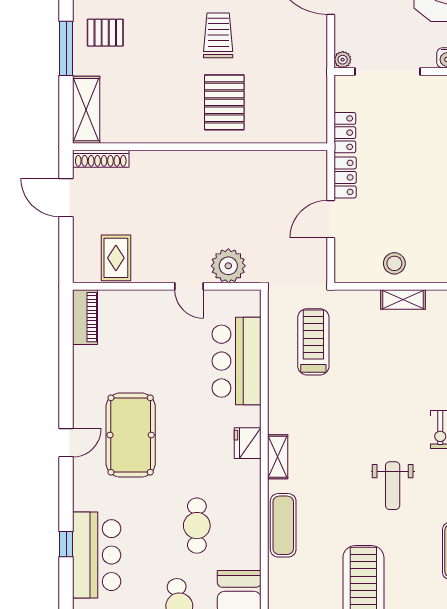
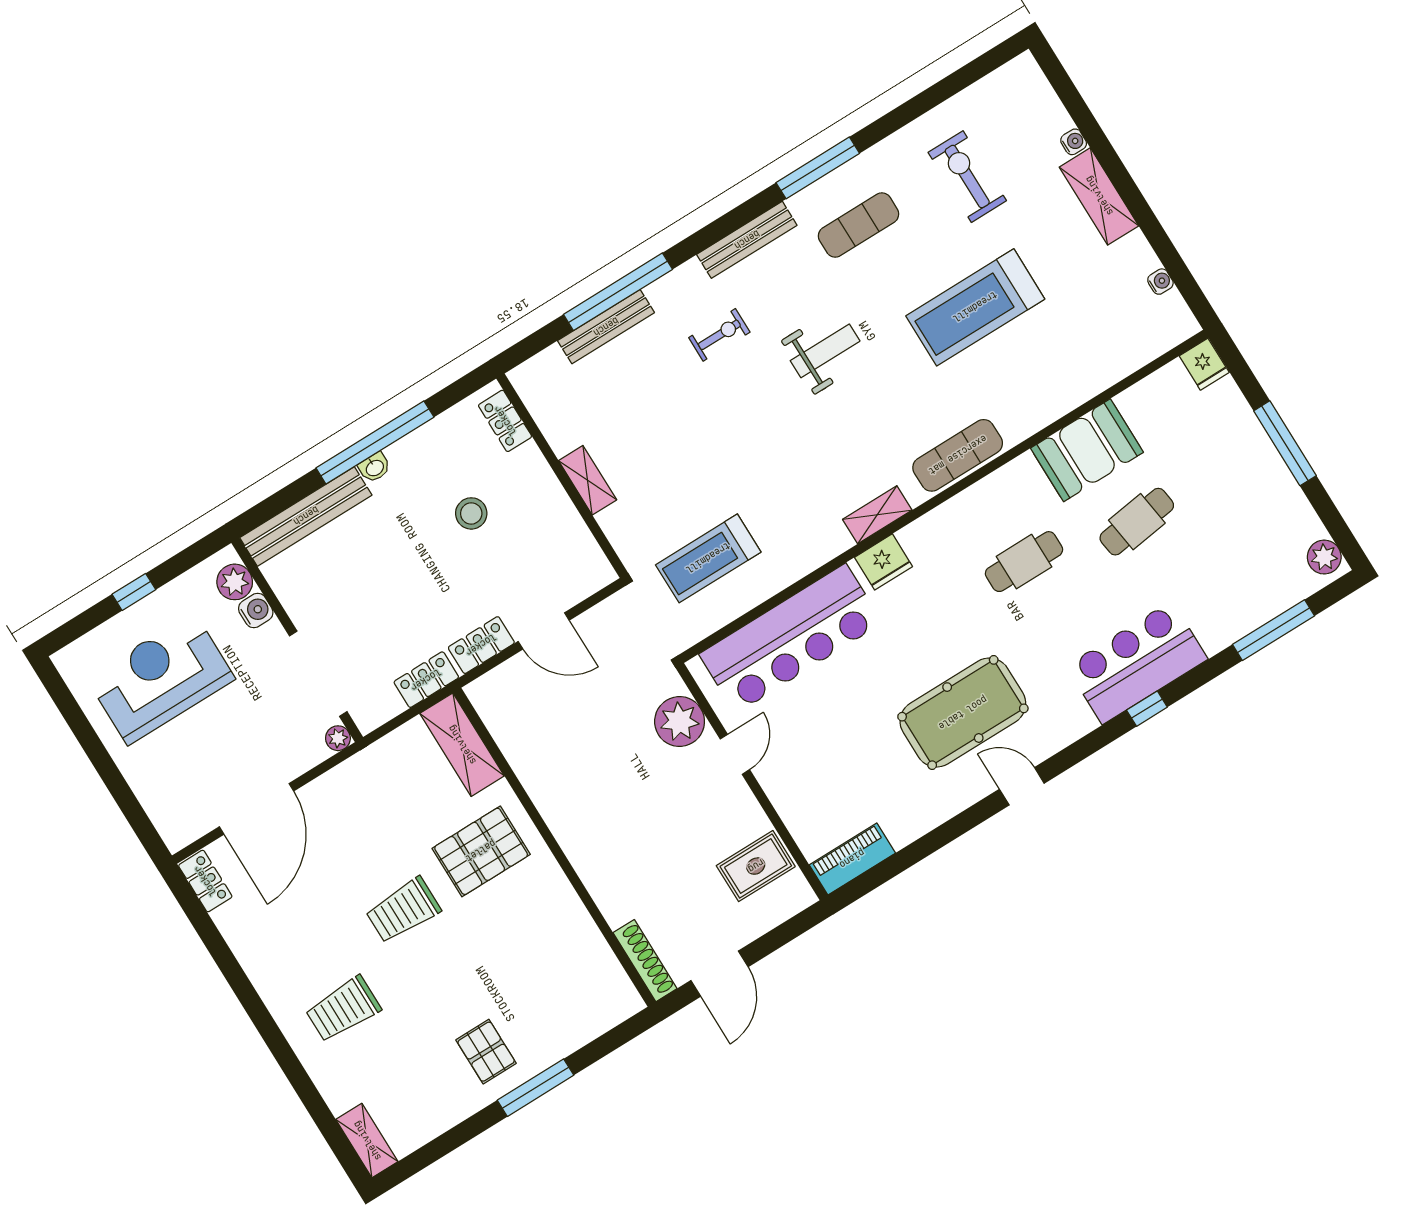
shelving: (86, 110) -> (462, 745), moved, turned 90
stool: (394, 263) -> (471, 513), moved
bar counter: (237, 361) -> (791, 638), width x1.36

